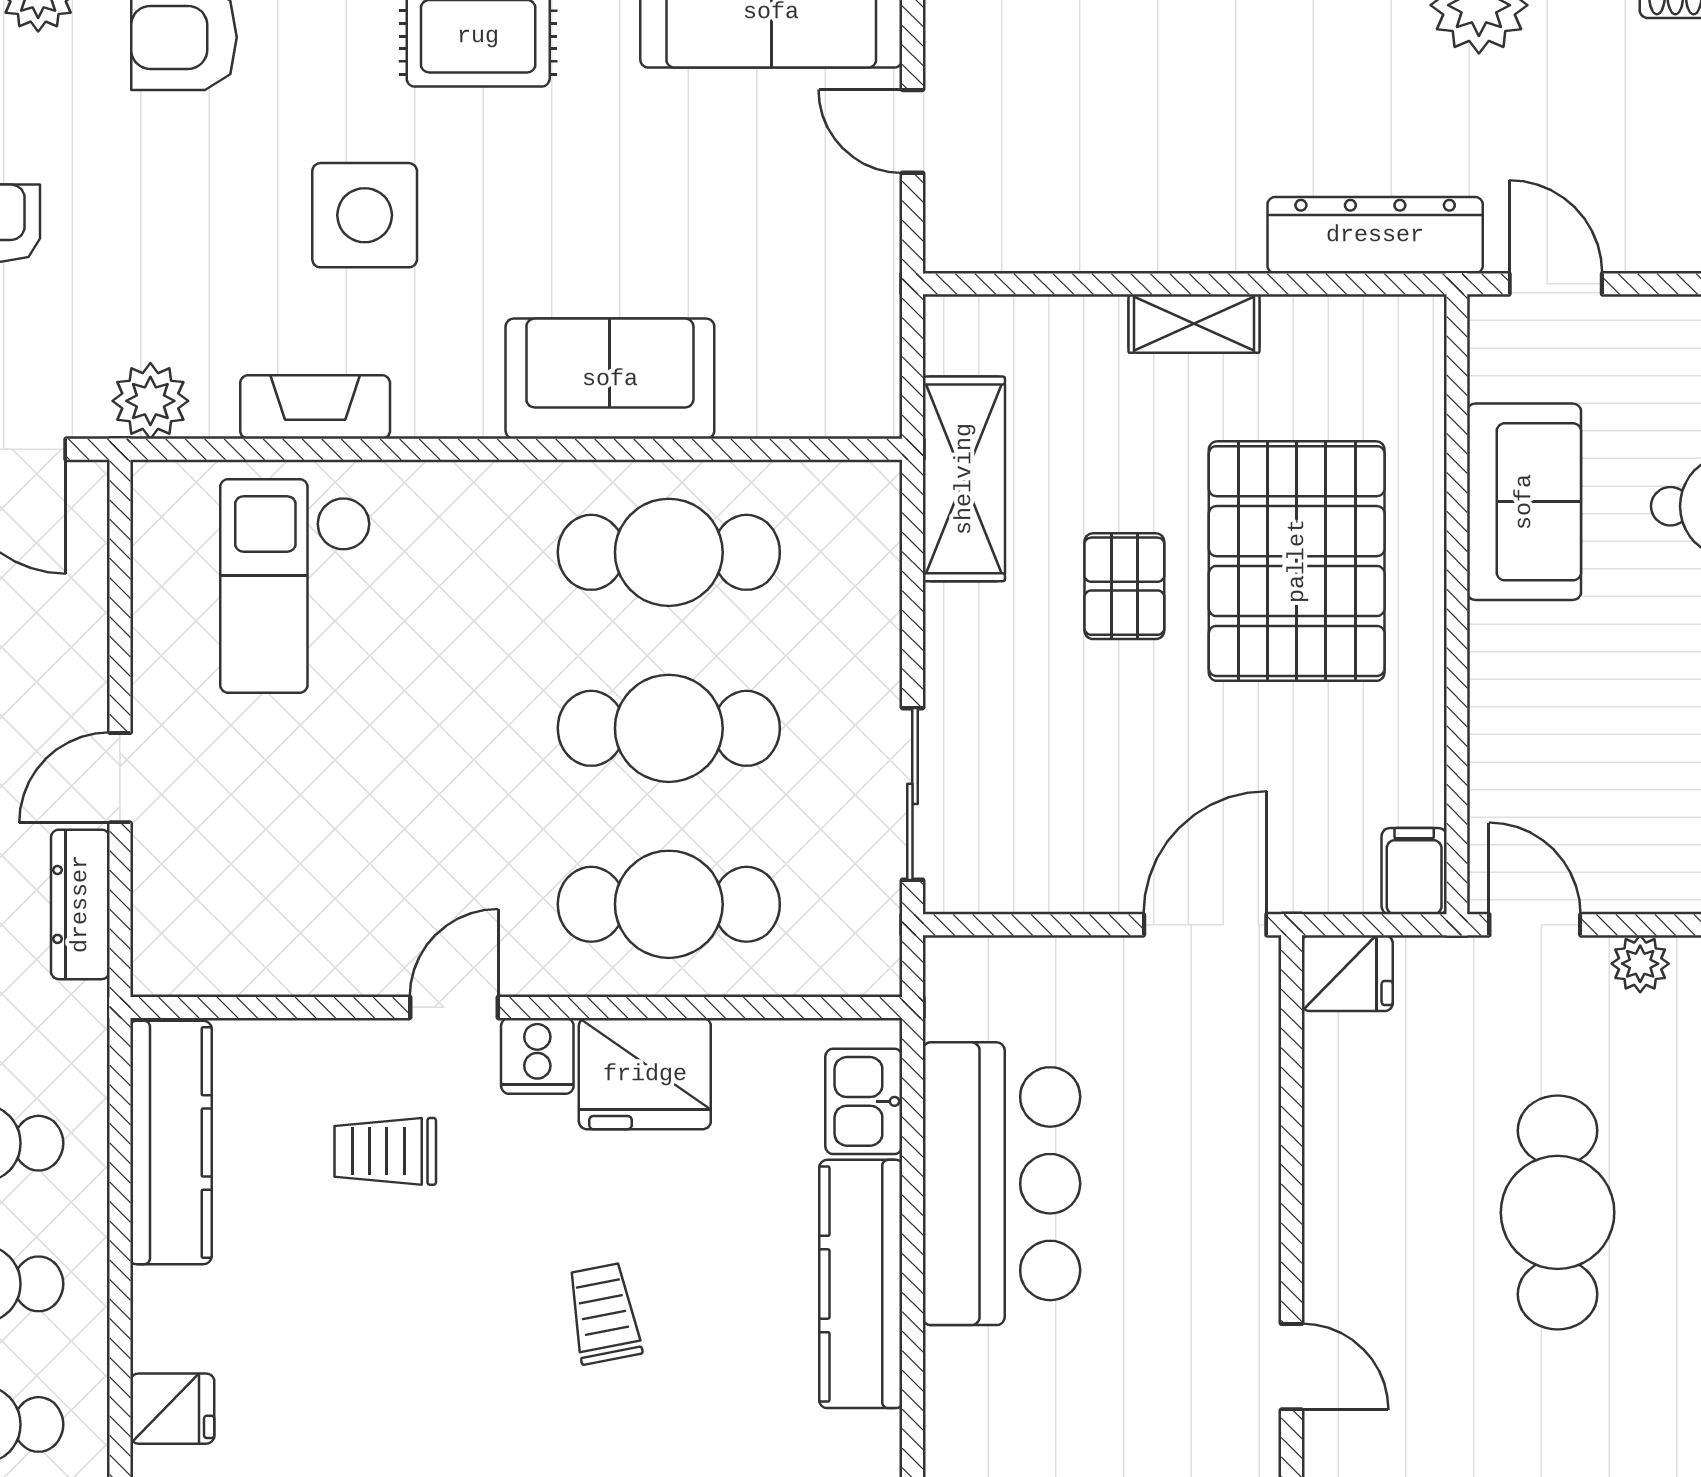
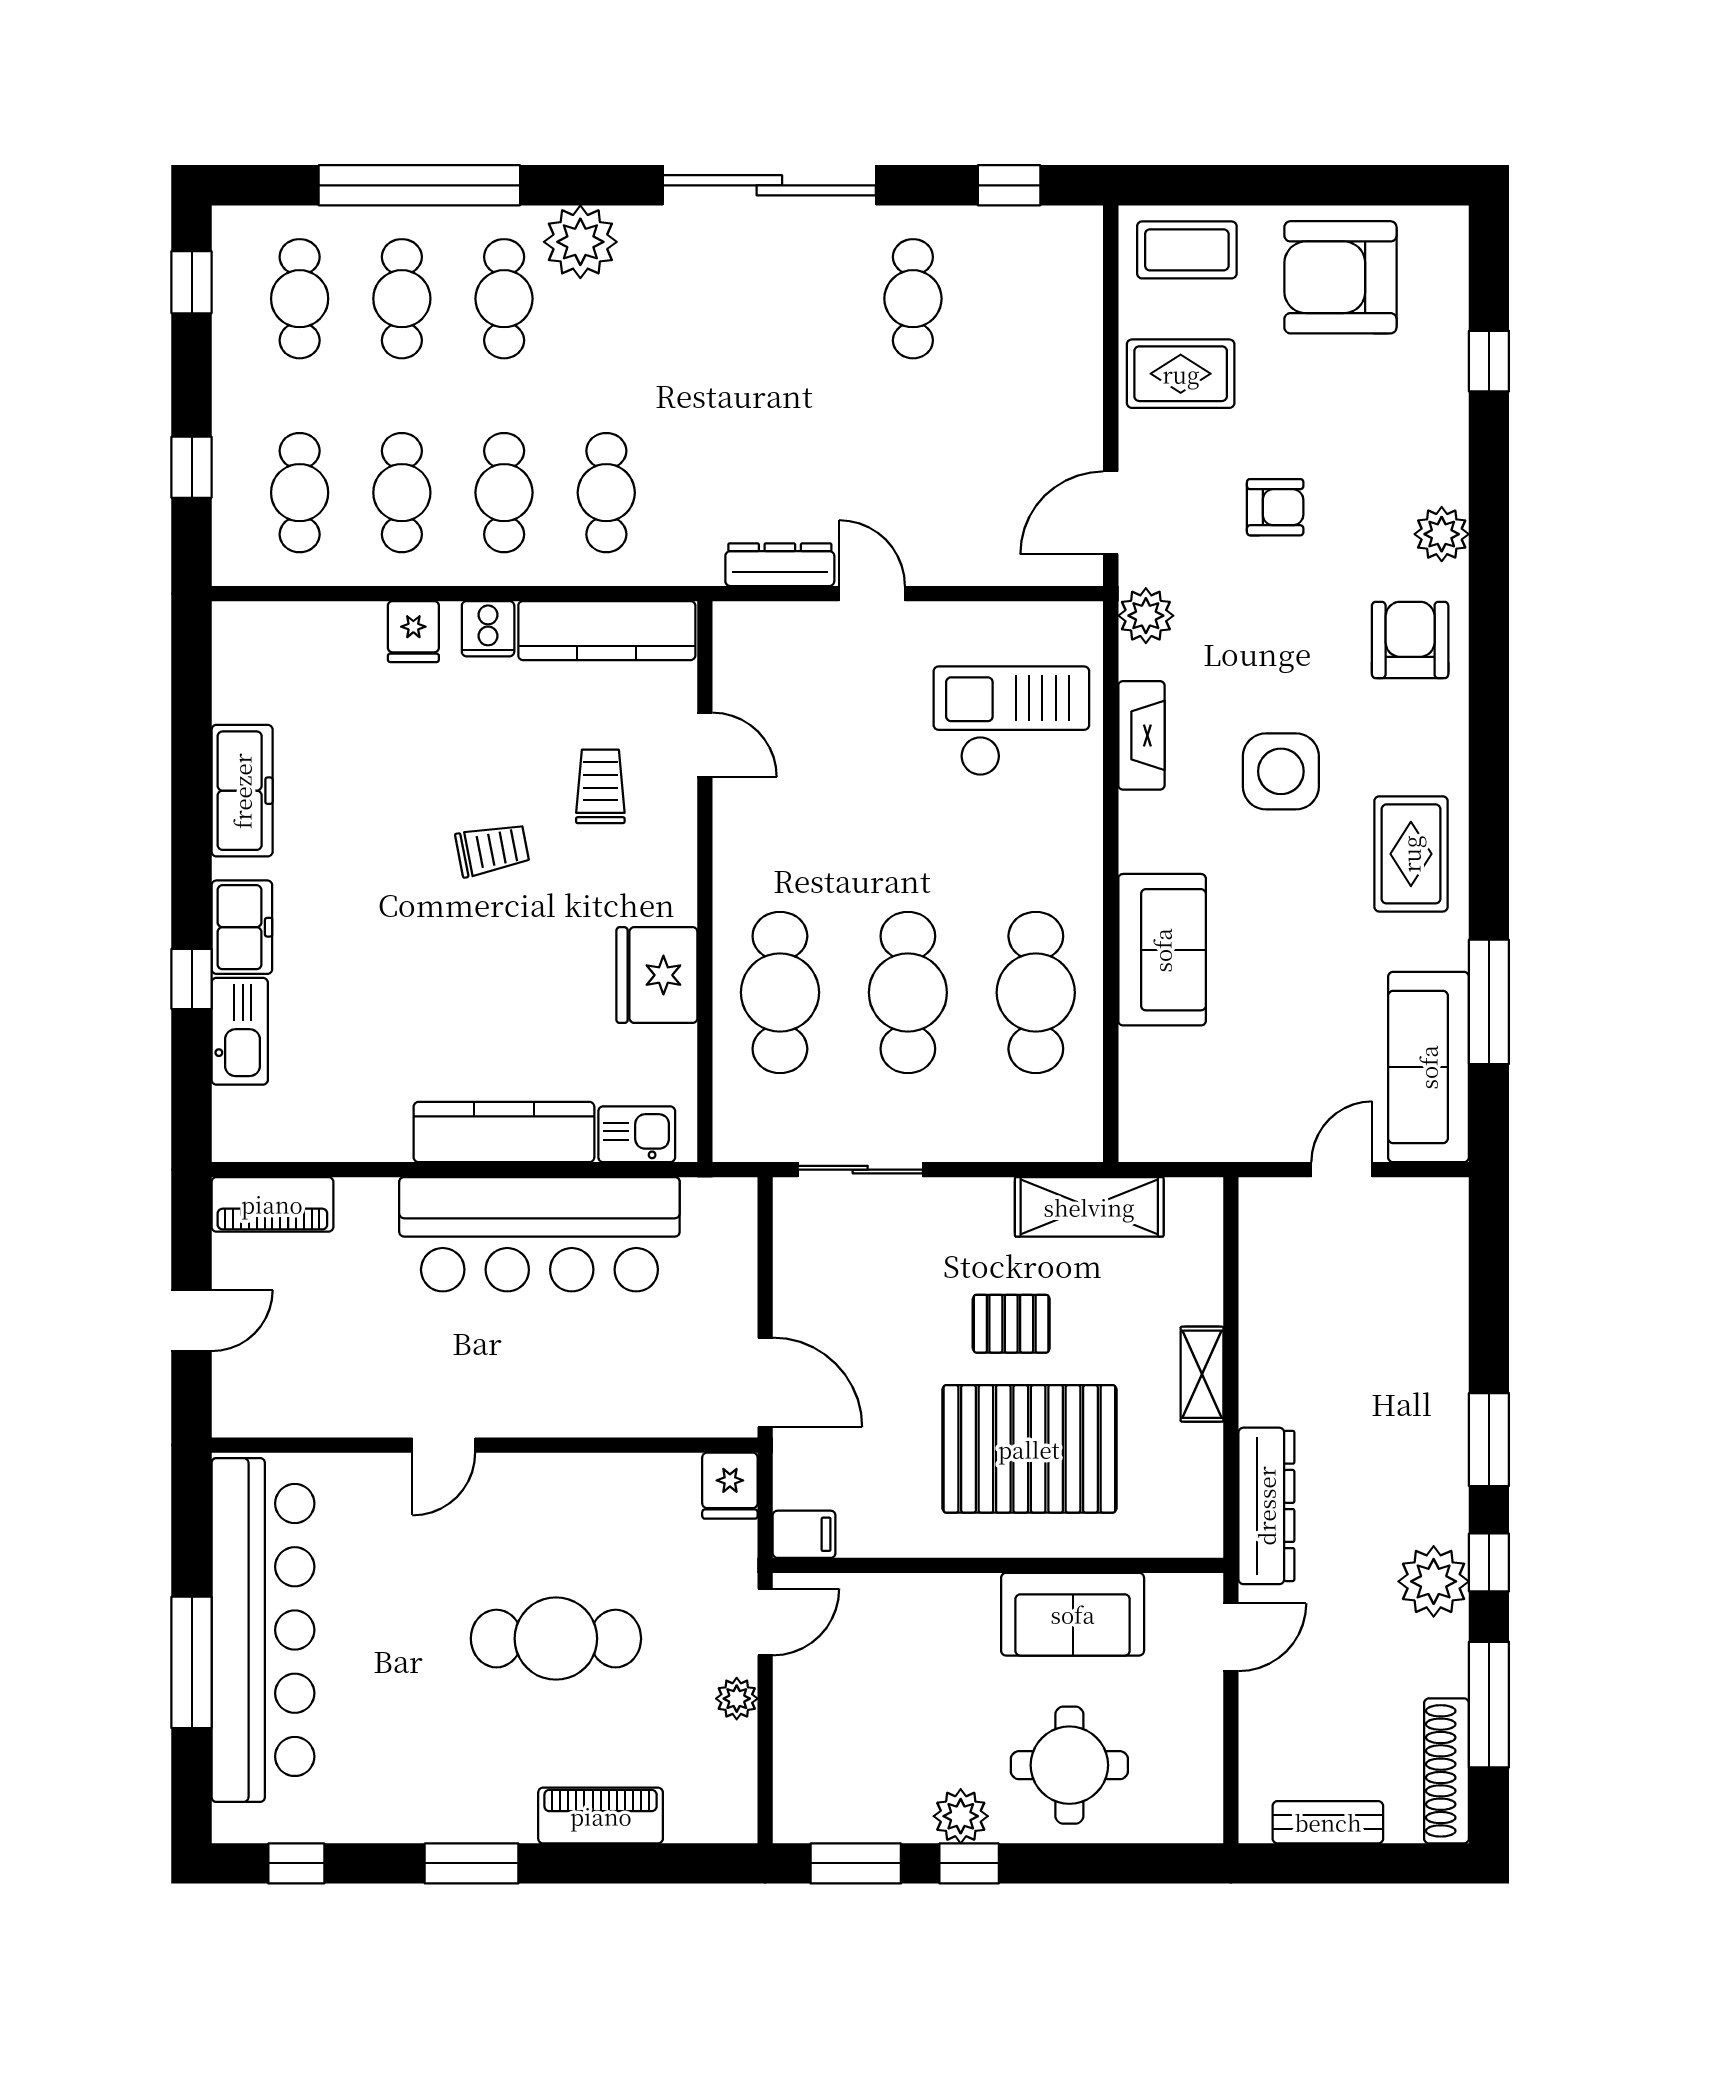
door: (454, 1007) -> (705, 745), moved
cooker: (537, 1056) -> (488, 629), moved, turned -90
bar counter: (1001, 1184) -> (539, 1234), width x1.36
trolley: (604, 1314) -> (492, 850), moved

